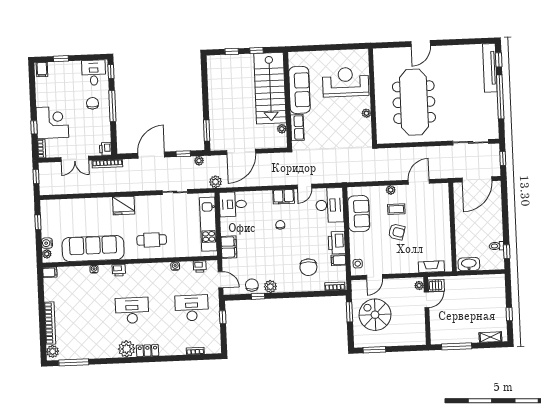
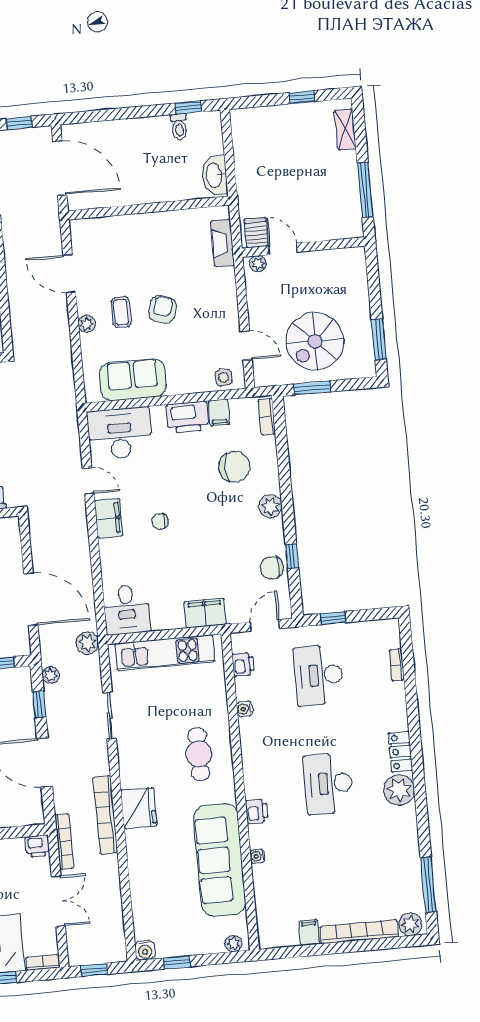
bookcase: (121, 187) -> (105, 815), added
water cooler: (47, 243) -> (145, 950), moved
filing cabinet: (50, 272) -> (309, 932), moved
plant: (270, 287) -> (271, 506), moved

